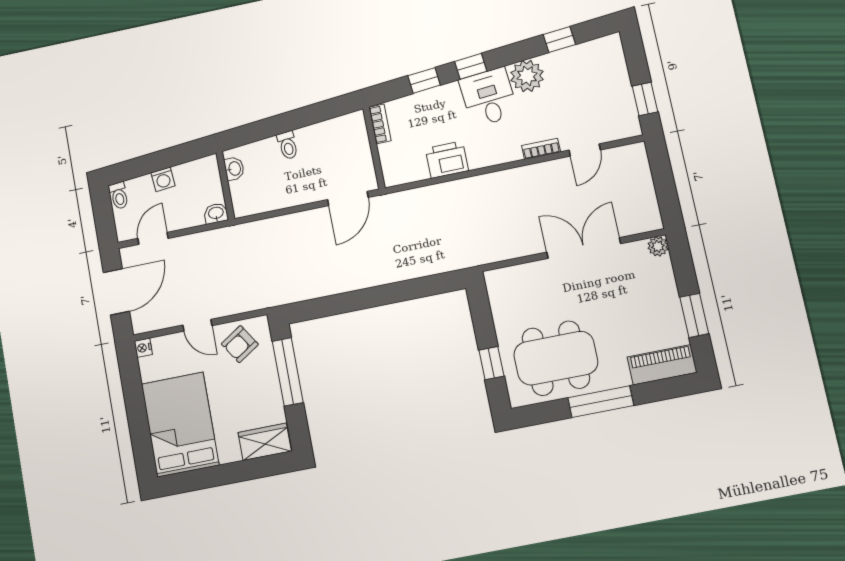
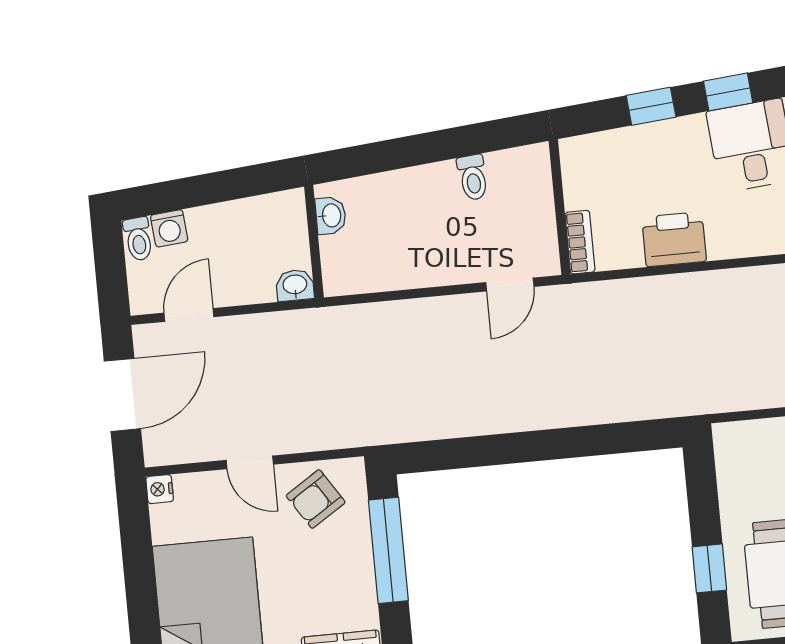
bookcase: (380, 124) -> (580, 242), moved
toilet: (288, 145) -> (473, 177), moved
washing machine: (163, 179) -> (169, 228), moved
door: (348, 199) -> (510, 285), width x0.73

